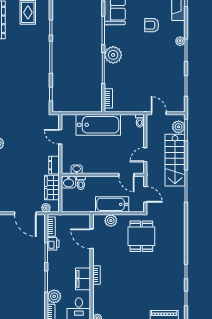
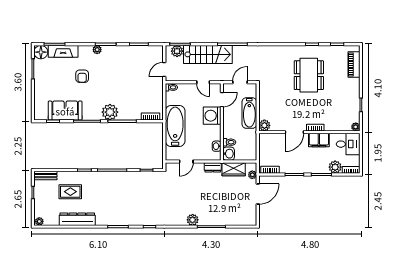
washing machine: (109, 164) -> (212, 116), added
plant: (111, 221) -> (264, 125), moved
dining table: (141, 236) -> (309, 75), moved, width x1.38
door: (92, 239) -> (294, 132), moved
printer: (53, 244) -> (286, 168), removed

